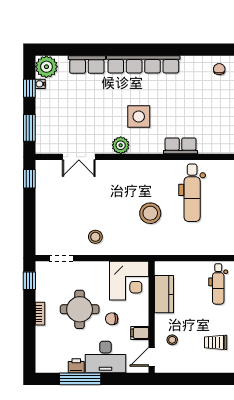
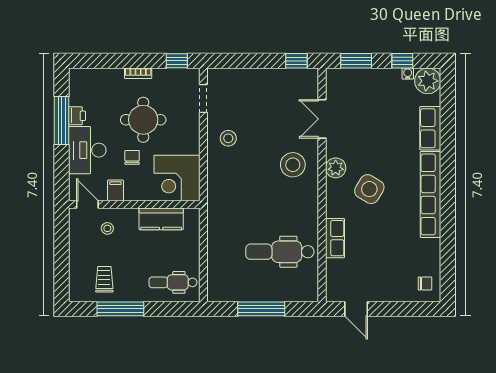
side table: (139, 117) -> (369, 189), turned 31
stool: (150, 213) -> (293, 165), moved

